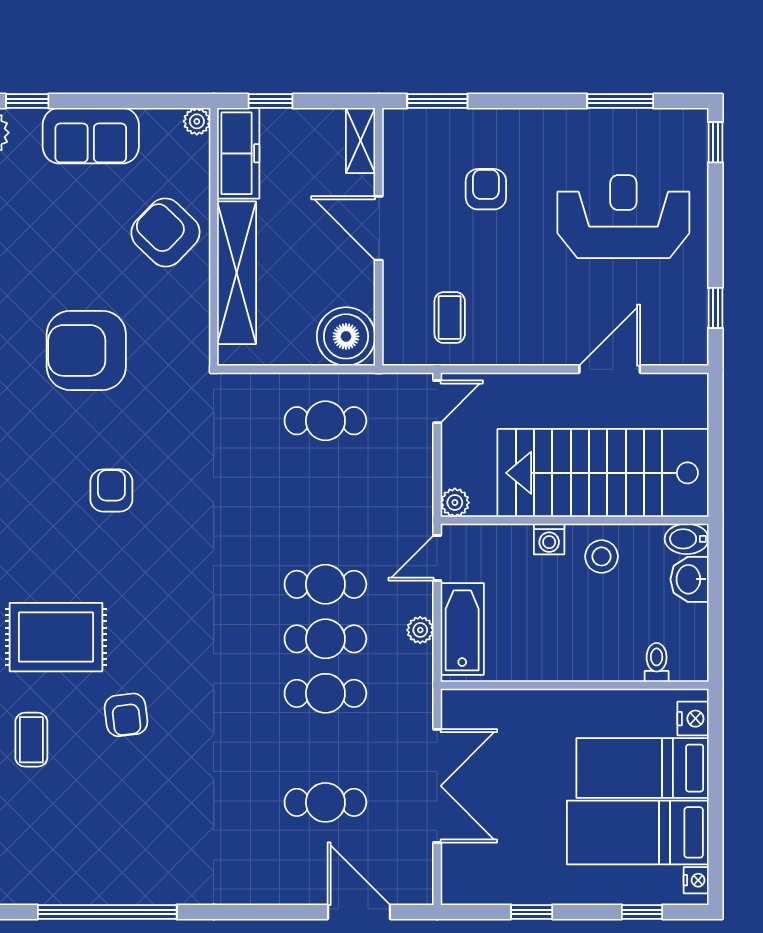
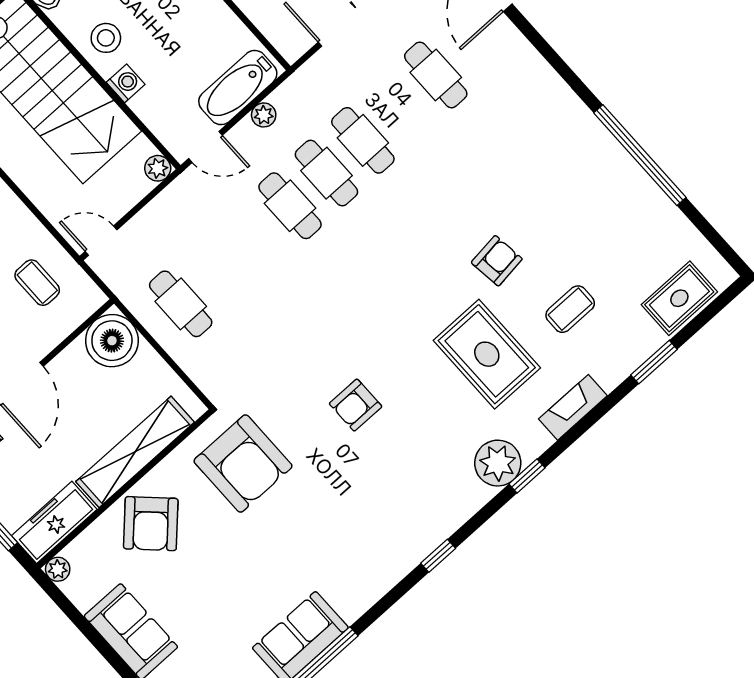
coffee table: (450, 318) -> (37, 283), turned 90
armchair: (86, 350) -> (243, 464), moved

